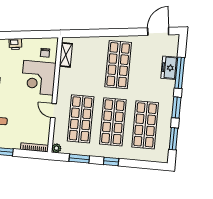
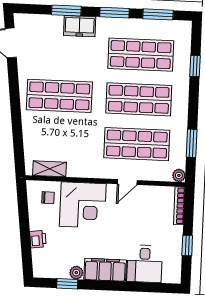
freezer: (169, 68) -> (80, 26), moved
window: (180, 73) -> (66, 10), width x0.69
window: (111, 162) -> (195, 66), moved

